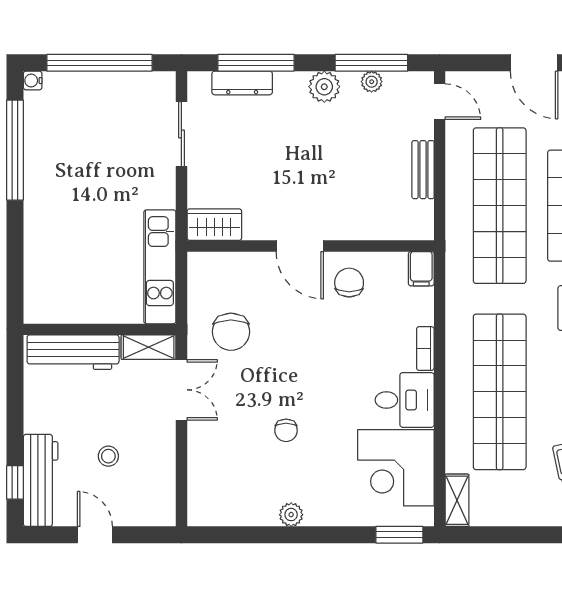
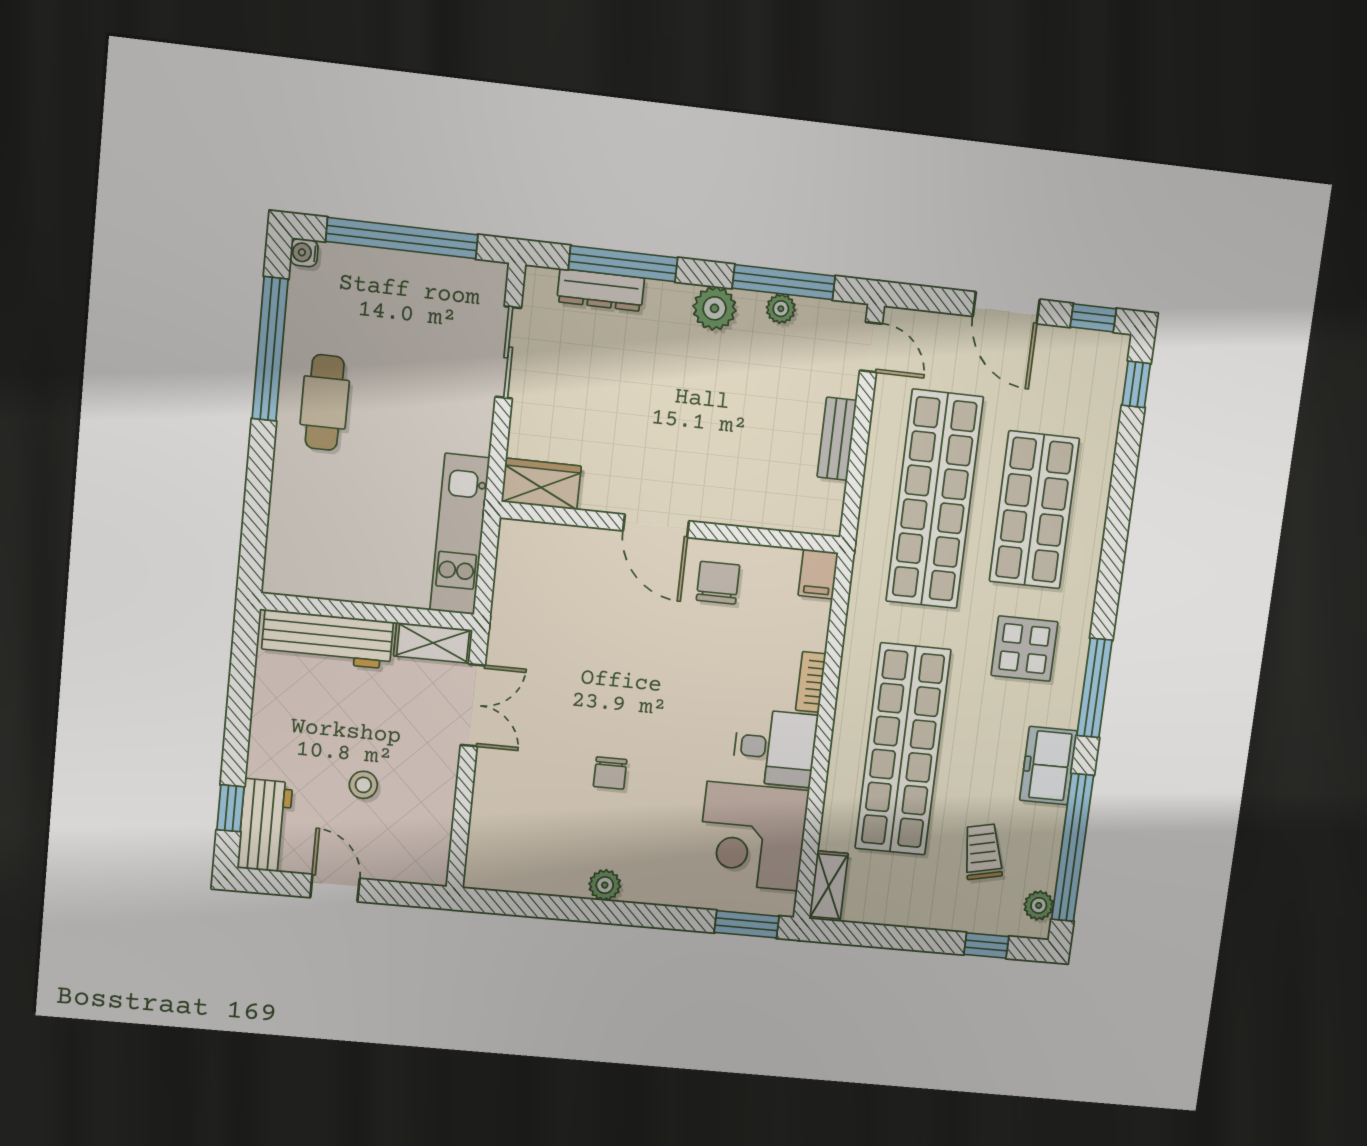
cafe table: (56, 183) -> (325, 402), added
chair: (231, 332) -> (549, 633), removed
workbench: (41, 480) -> (265, 826), width x0.73

